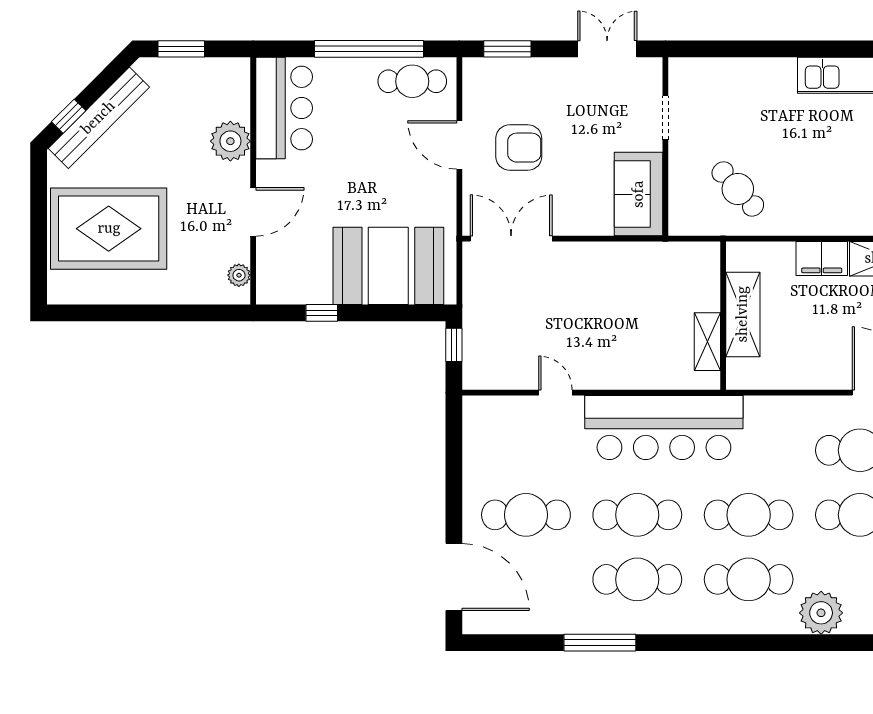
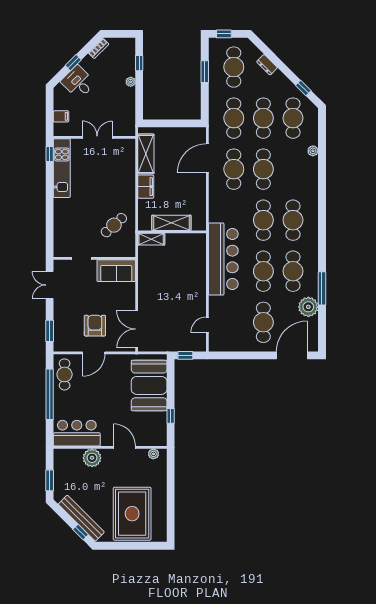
shelving: (707, 342) -> (151, 239), moved
door: (555, 393) -> (207, 325), moved
plant: (821, 613) -> (308, 307), moved

